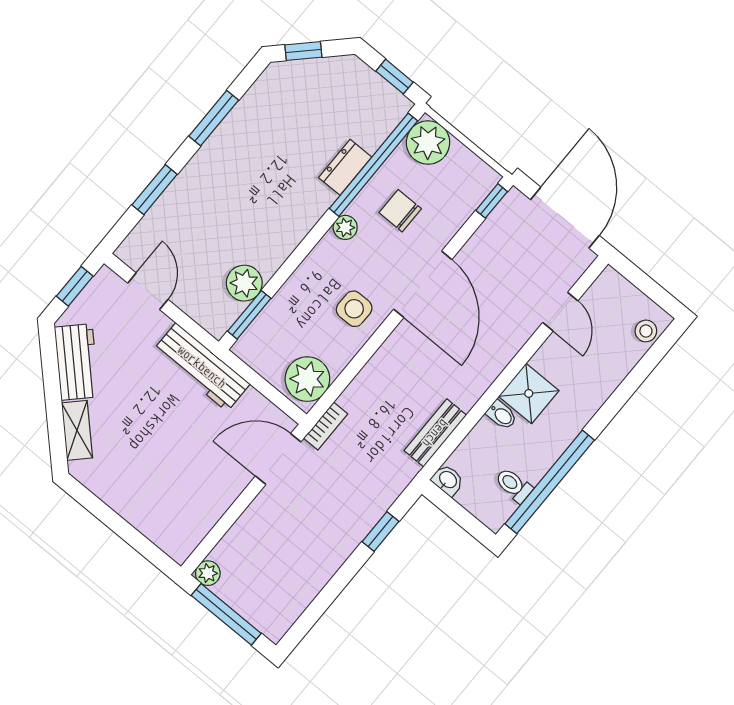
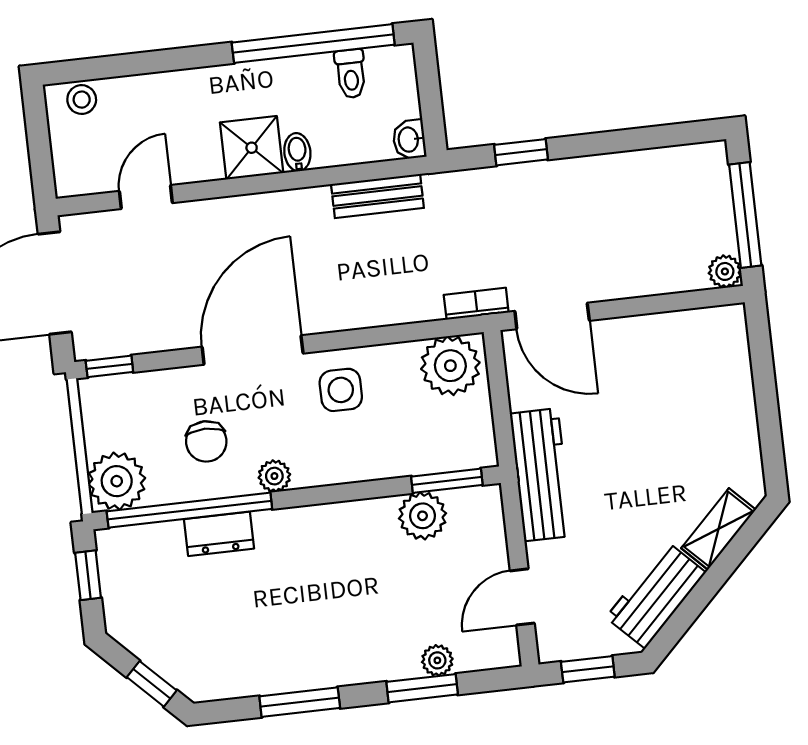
plant: (161, 213) -> (437, 660), added

